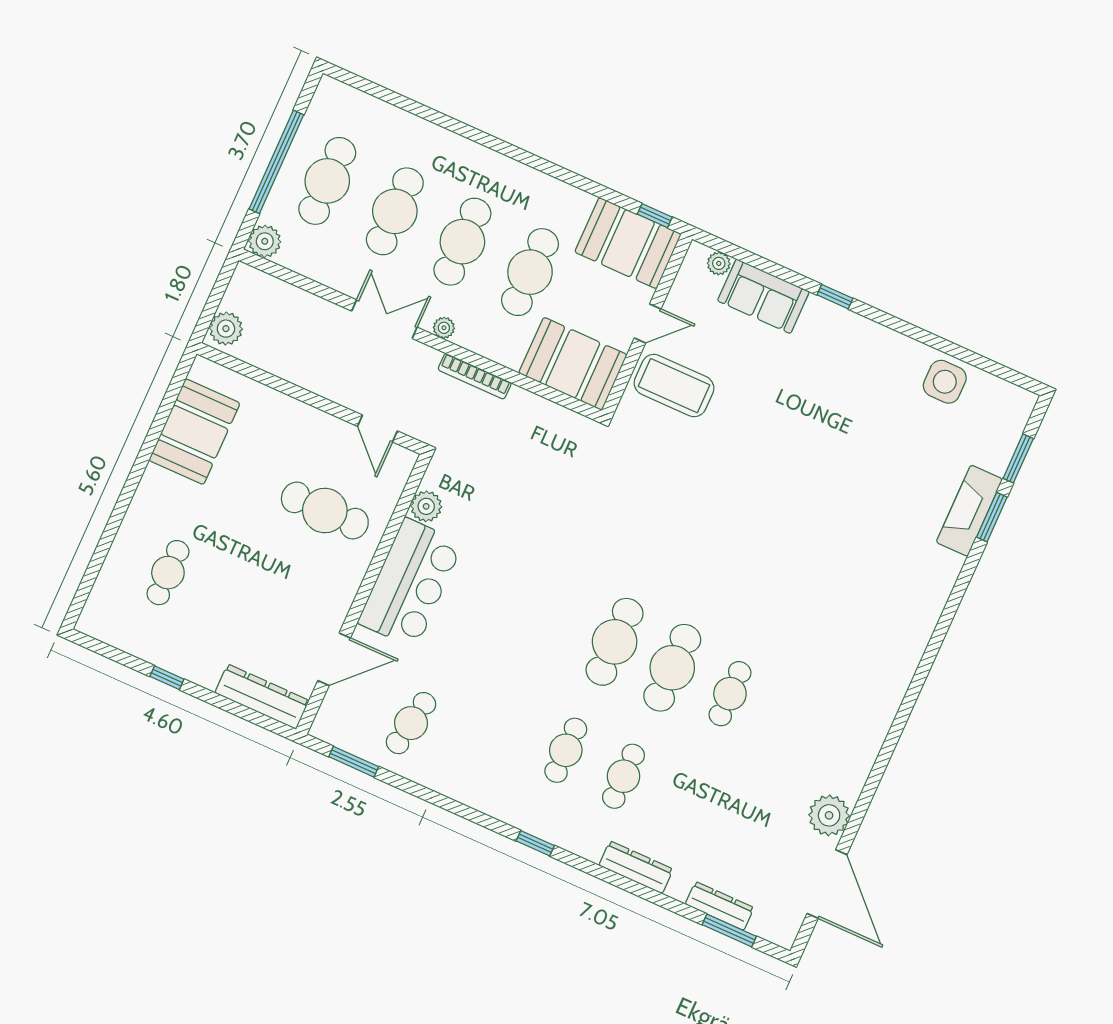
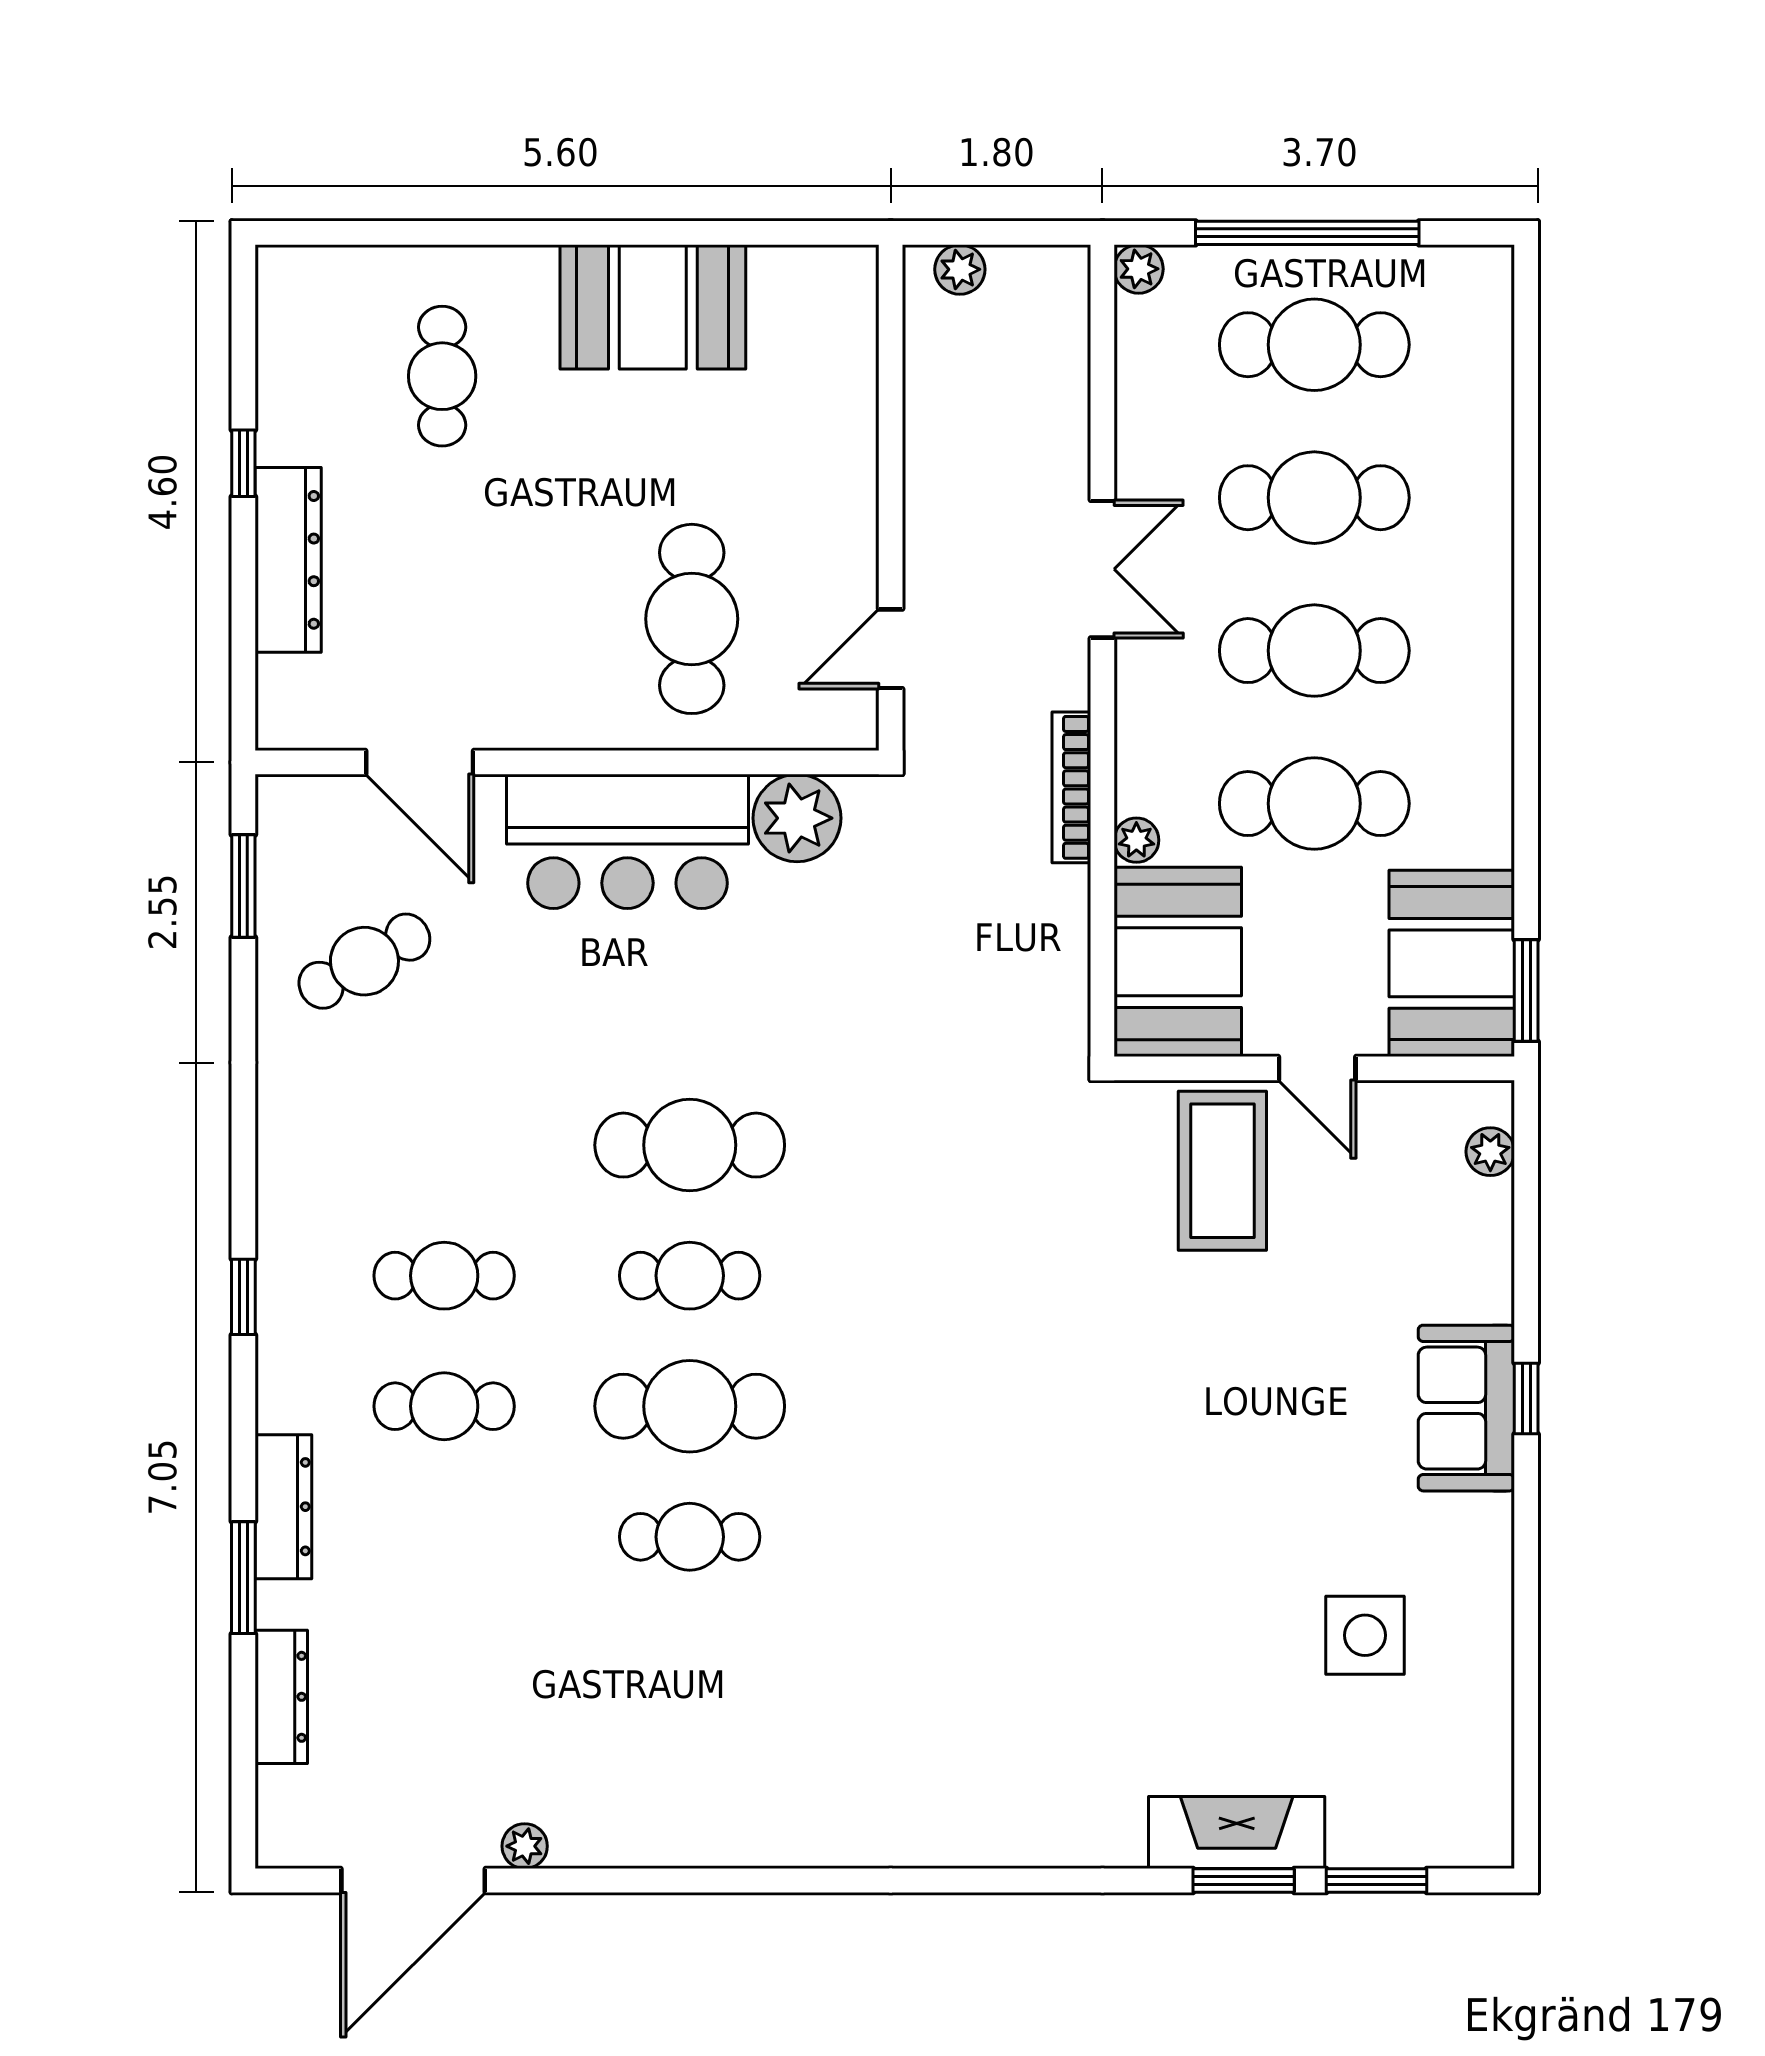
window: (655, 216) -> (1526, 991), width x1.50
plant: (265, 241) -> (1139, 269), width x0.73, depth x0.73
sofa: (763, 296) -> (1466, 1408), moved
plant: (444, 328) -> (1136, 840), moved
plant: (226, 329) -> (960, 269), width x0.73, depth x0.73
side table: (945, 382) -> (1365, 1635), moved
booth: (194, 432) -> (653, 307), moved
plant: (426, 506) -> (797, 818), width x1.36, depth x1.36
cafe table: (168, 573) -> (442, 376), turned 90
cafe table: (557, 616) -> (690, 1145), added
cafe table: (615, 642) -> (690, 1276), width x0.73, depth x0.74
dresser: (262, 697) -> (288, 560), moved
cafe table: (411, 723) -> (364, 961), turned -39
plant: (829, 815) -> (525, 1846), width x0.53, depth x0.53
window: (729, 930) -> (243, 1578), moved

